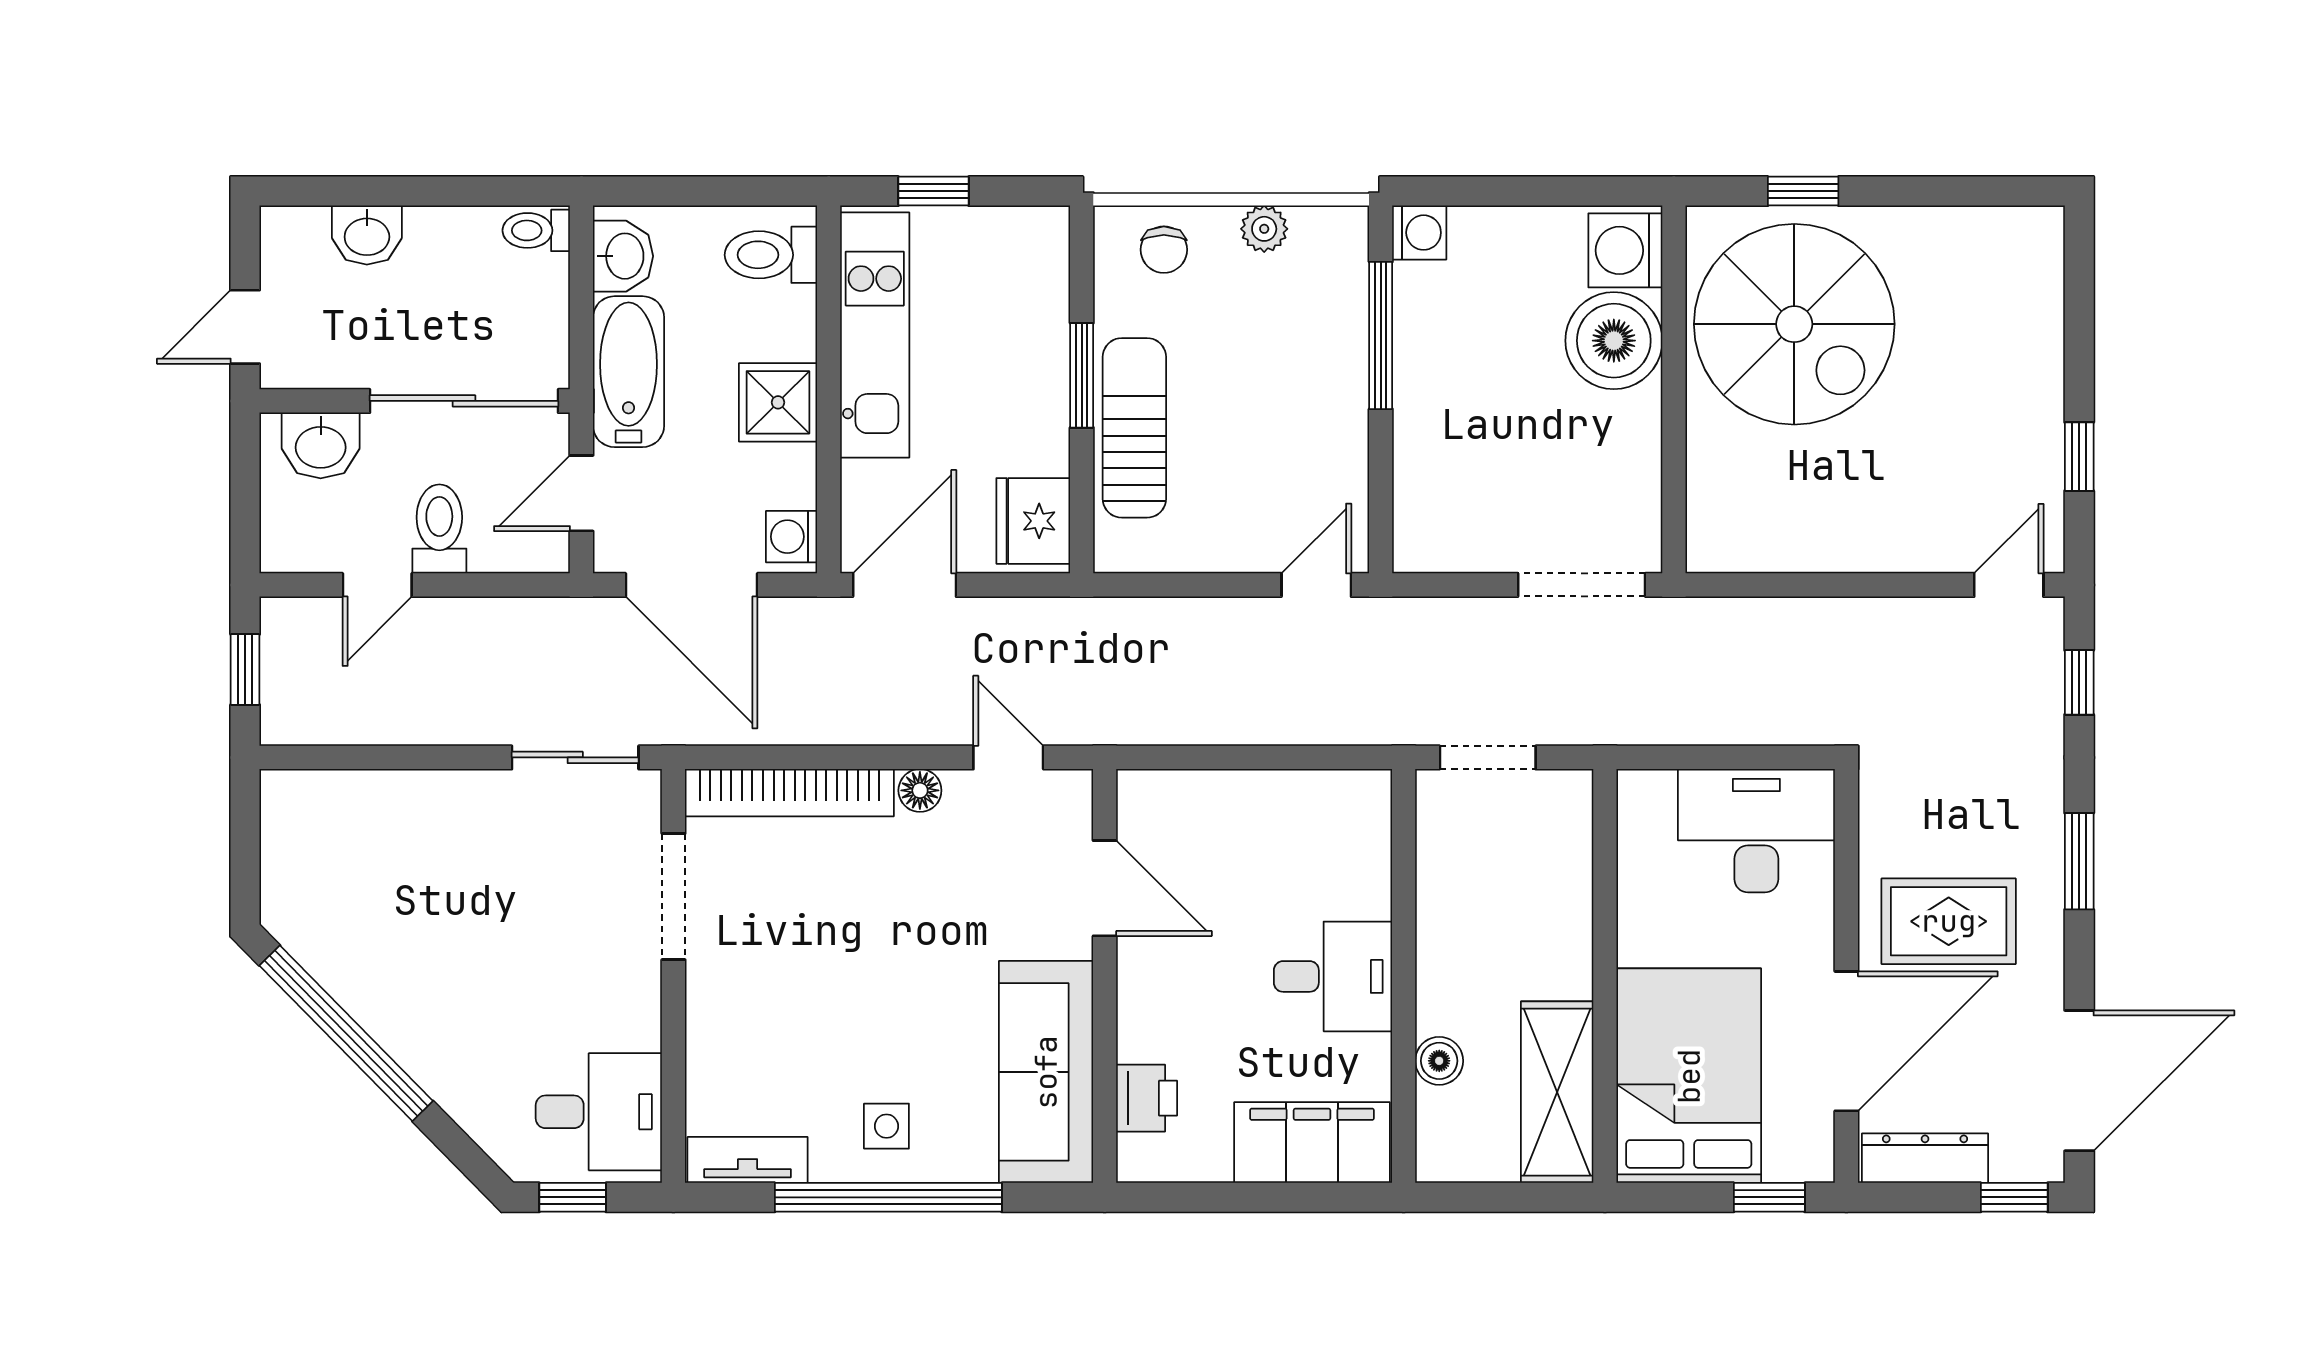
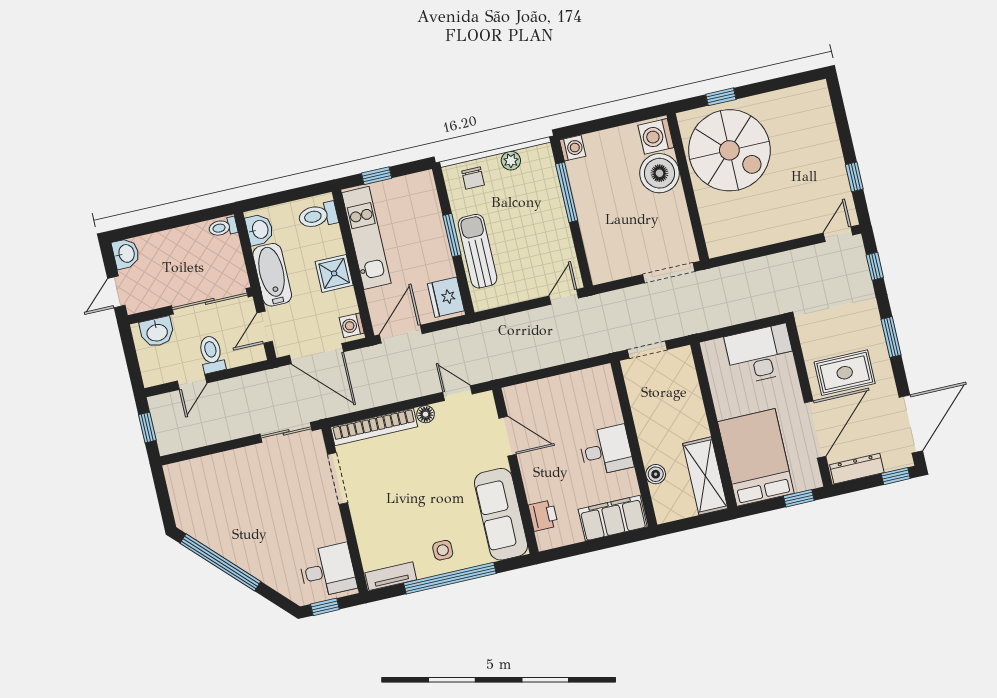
washbasin: (367, 235) -> (126, 254), moved, turned -90

